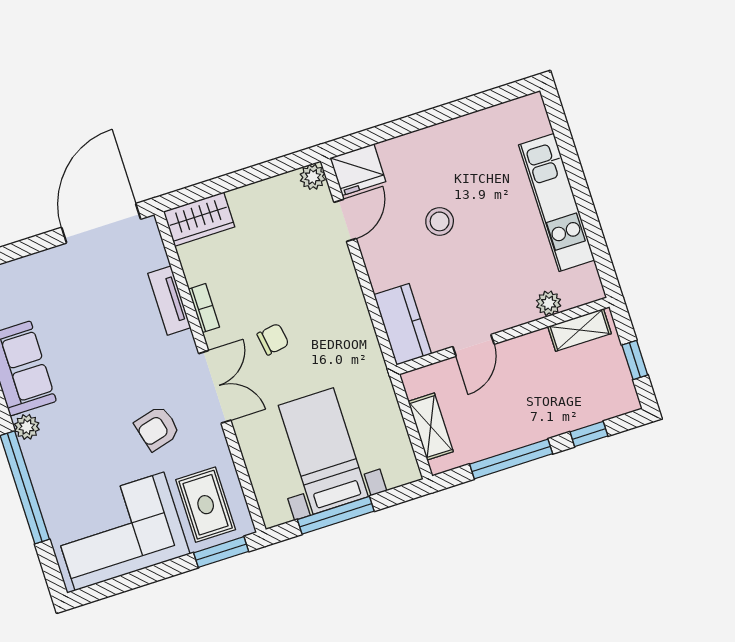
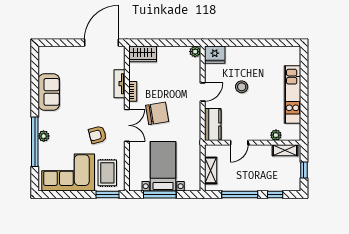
door: (345, 220) -> (203, 92), moved
chair: (273, 339) -> (157, 113), width x1.87, depth x1.87
plant: (27, 427) -> (44, 136), moved

